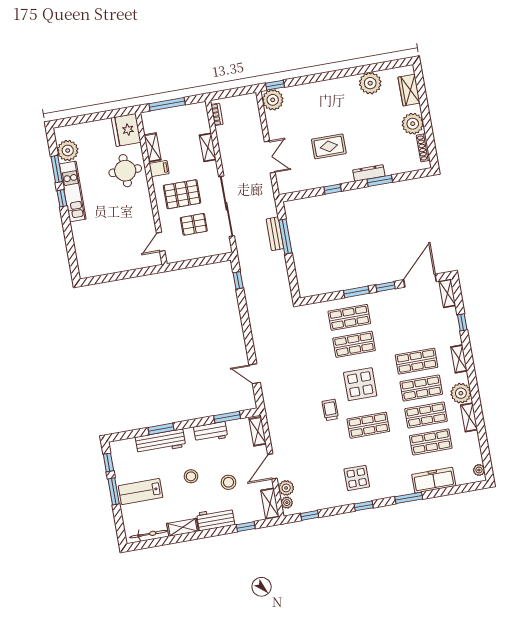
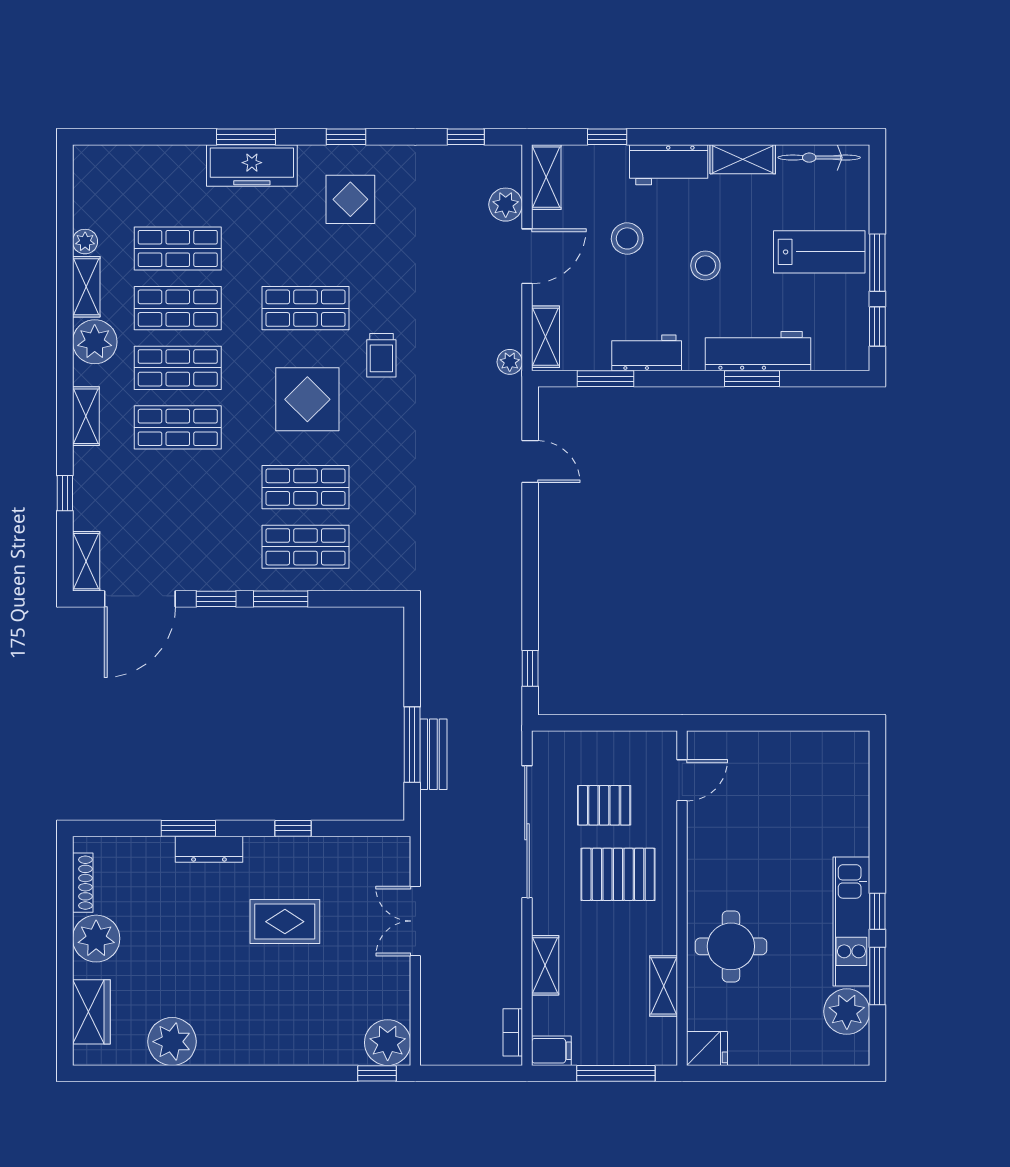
fridge: (126, 130) -> (707, 1049), width x0.53, depth x0.75
filing cabinet: (159, 169) -> (551, 1051), moved, turned 180
plant: (479, 470) -> (85, 242), moved
freezer: (434, 480) -> (252, 165), moved
plant: (287, 503) -> (510, 362), moved

